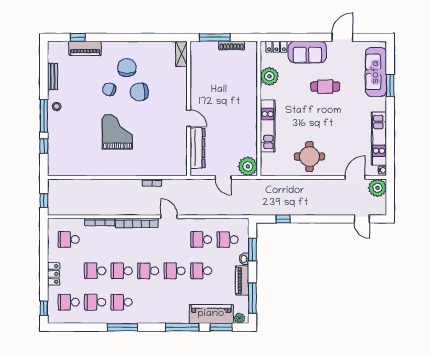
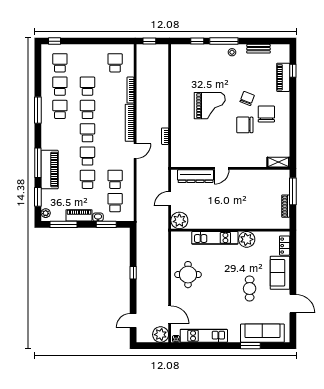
chair: (127, 67) -> (266, 114), turned -90
plant: (269, 76) -> (247, 239), moved
chair: (139, 92) -> (245, 125), turned -86
window: (283, 219) -> (133, 273), moved
locker: (54, 274) -> (85, 50), removed
piano: (211, 314) -> (50, 170), moved

